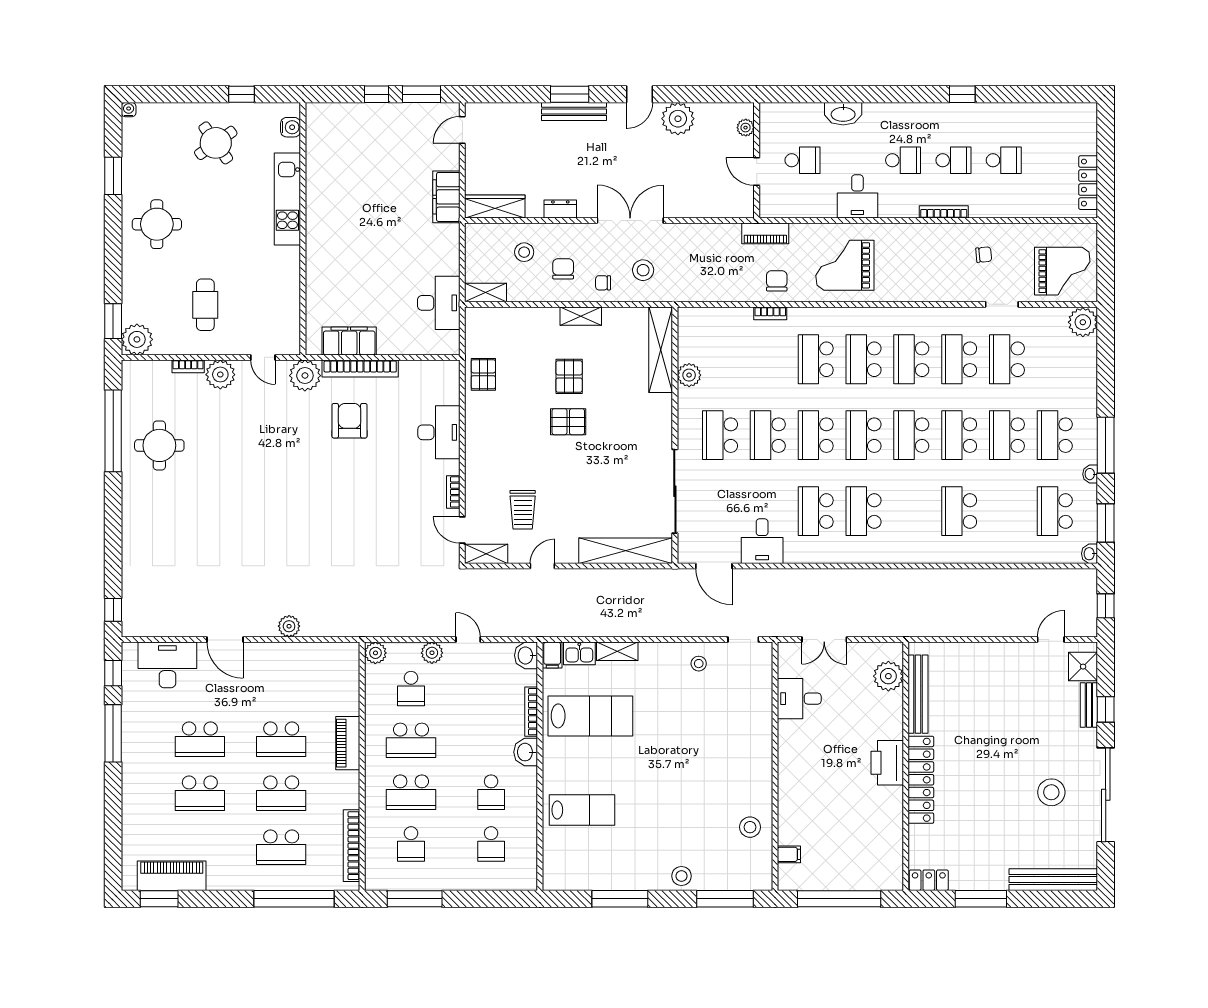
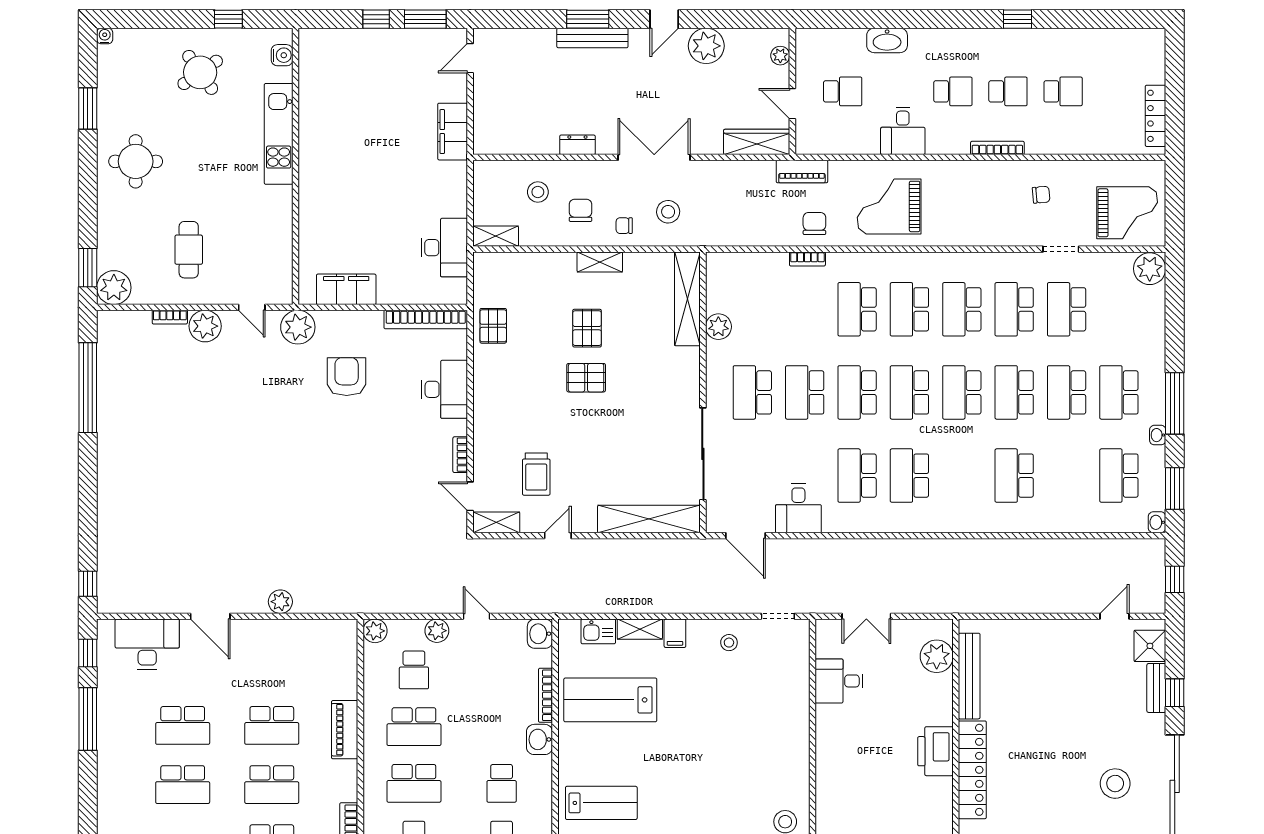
wardrobe: (495, 206) -> (757, 142), moved
bookcase: (360, 369) -> (426, 320), moved
round table: (159, 445) -> (138, 404), removed
filing cabinet: (552, 655) -> (675, 633), moved
lab bench: (590, 716) -> (610, 700), turned 180

